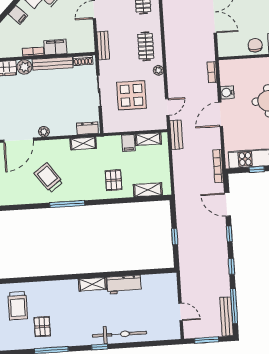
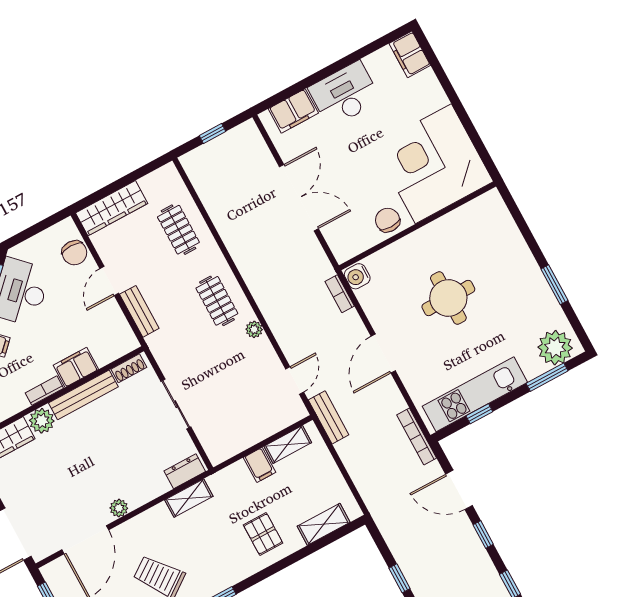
bench: (103, 45) -> (139, 311), moved
water cooler: (227, 93) -> (357, 276), moved
display table: (132, 95) -> (230, 388), removed

